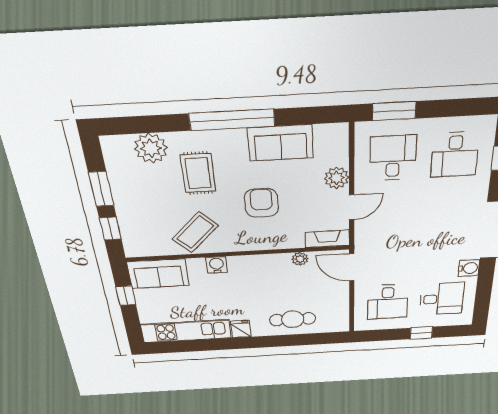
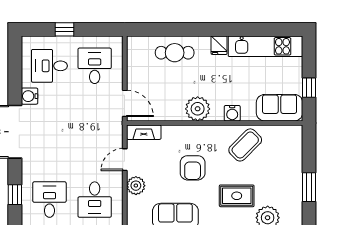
rug: (198, 173) -> (237, 196), turned 90
window: (110, 229) -> (309, 153), removed
plant: (300, 259) -> (198, 109), moved, width x1.87, depth x1.87

